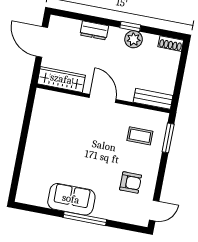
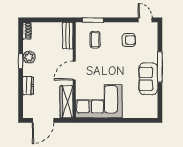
corner sofa: (53, 124) -> (99, 101), added
armchair: (131, 182) -> (129, 40), turned 90

